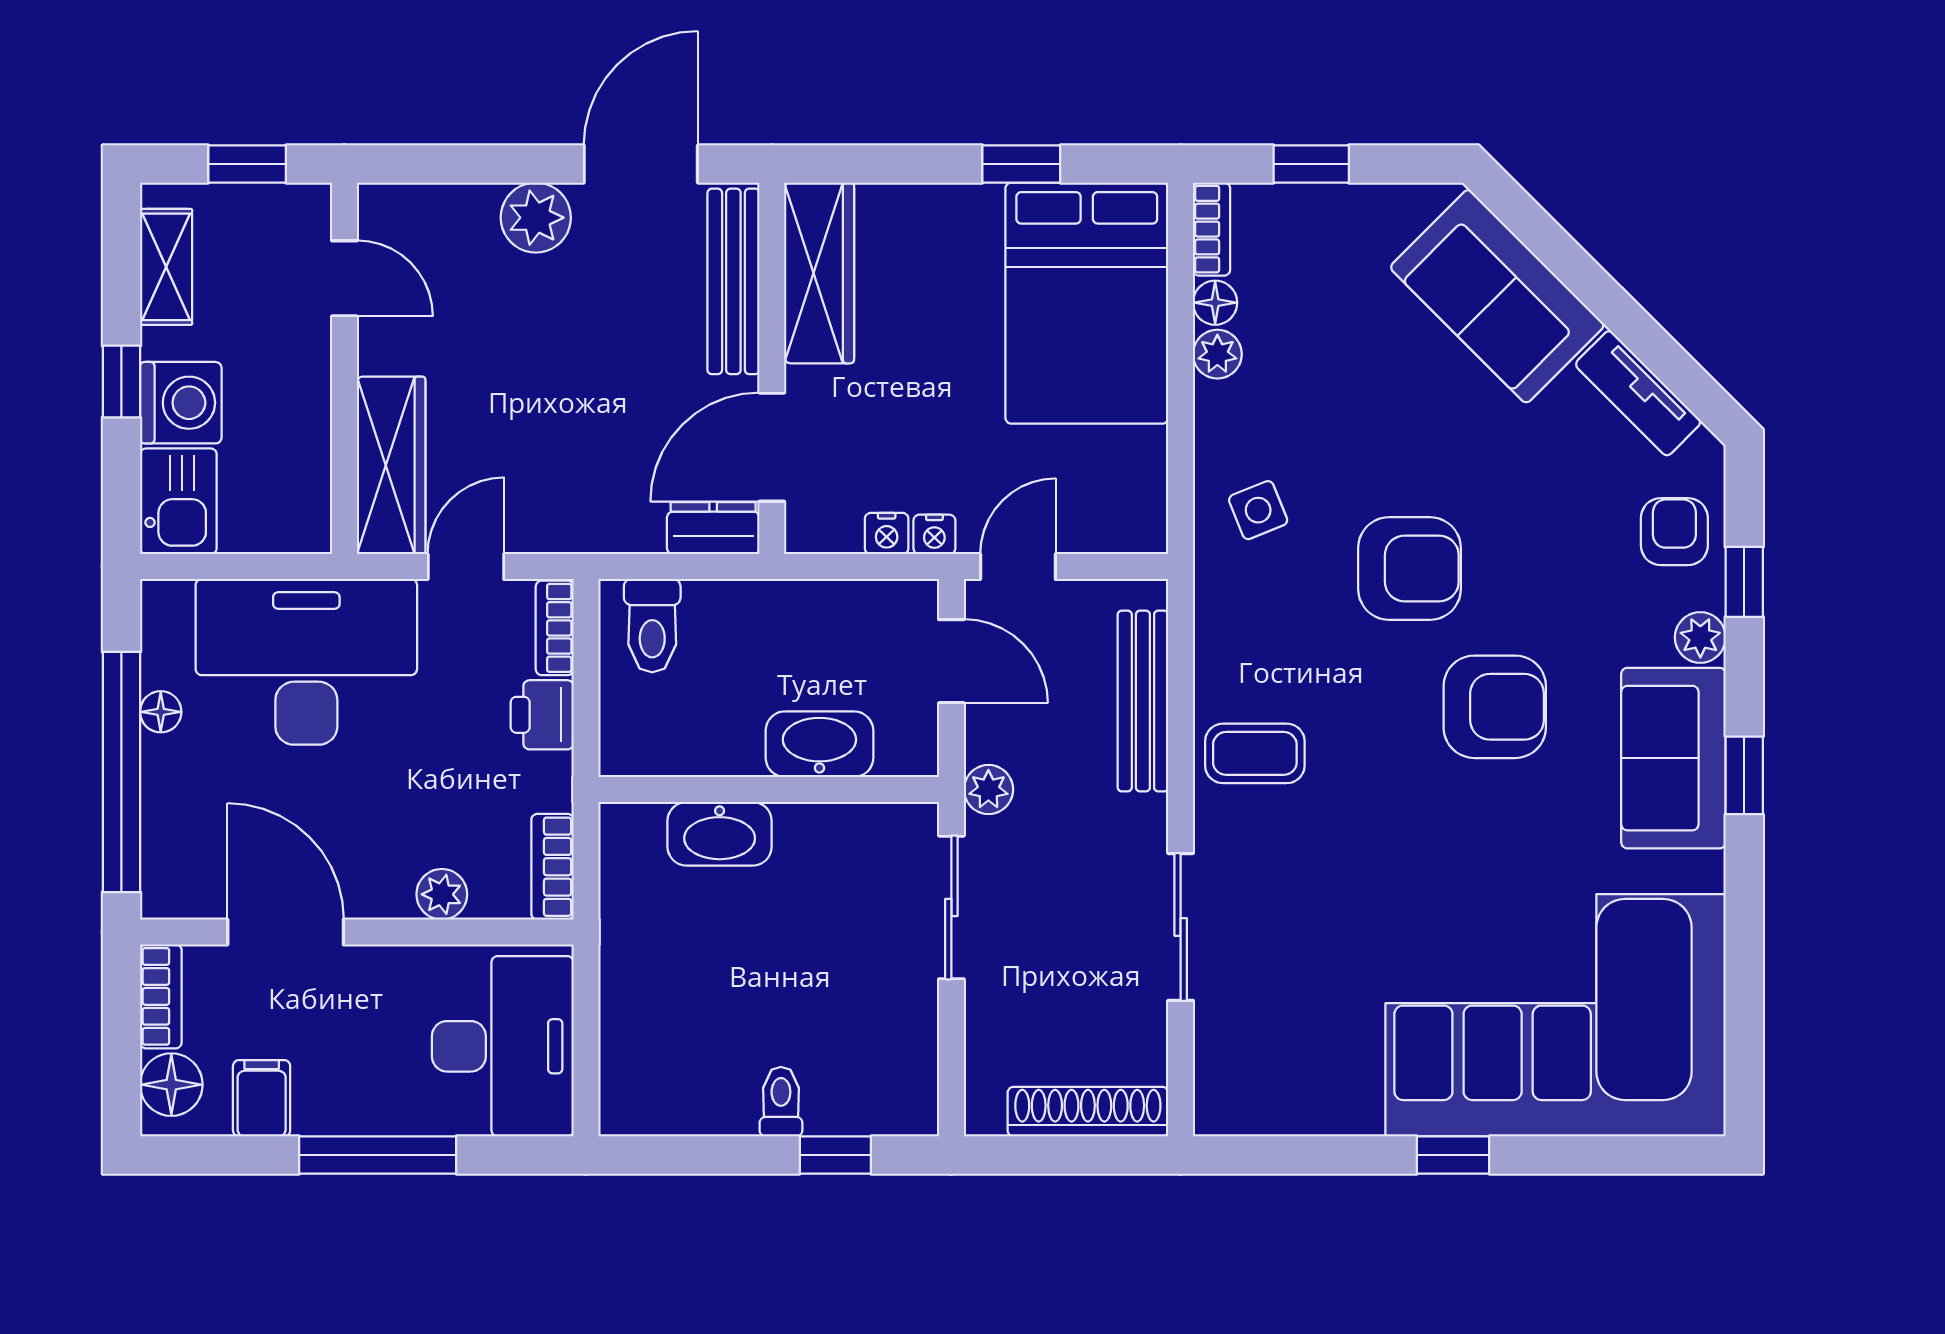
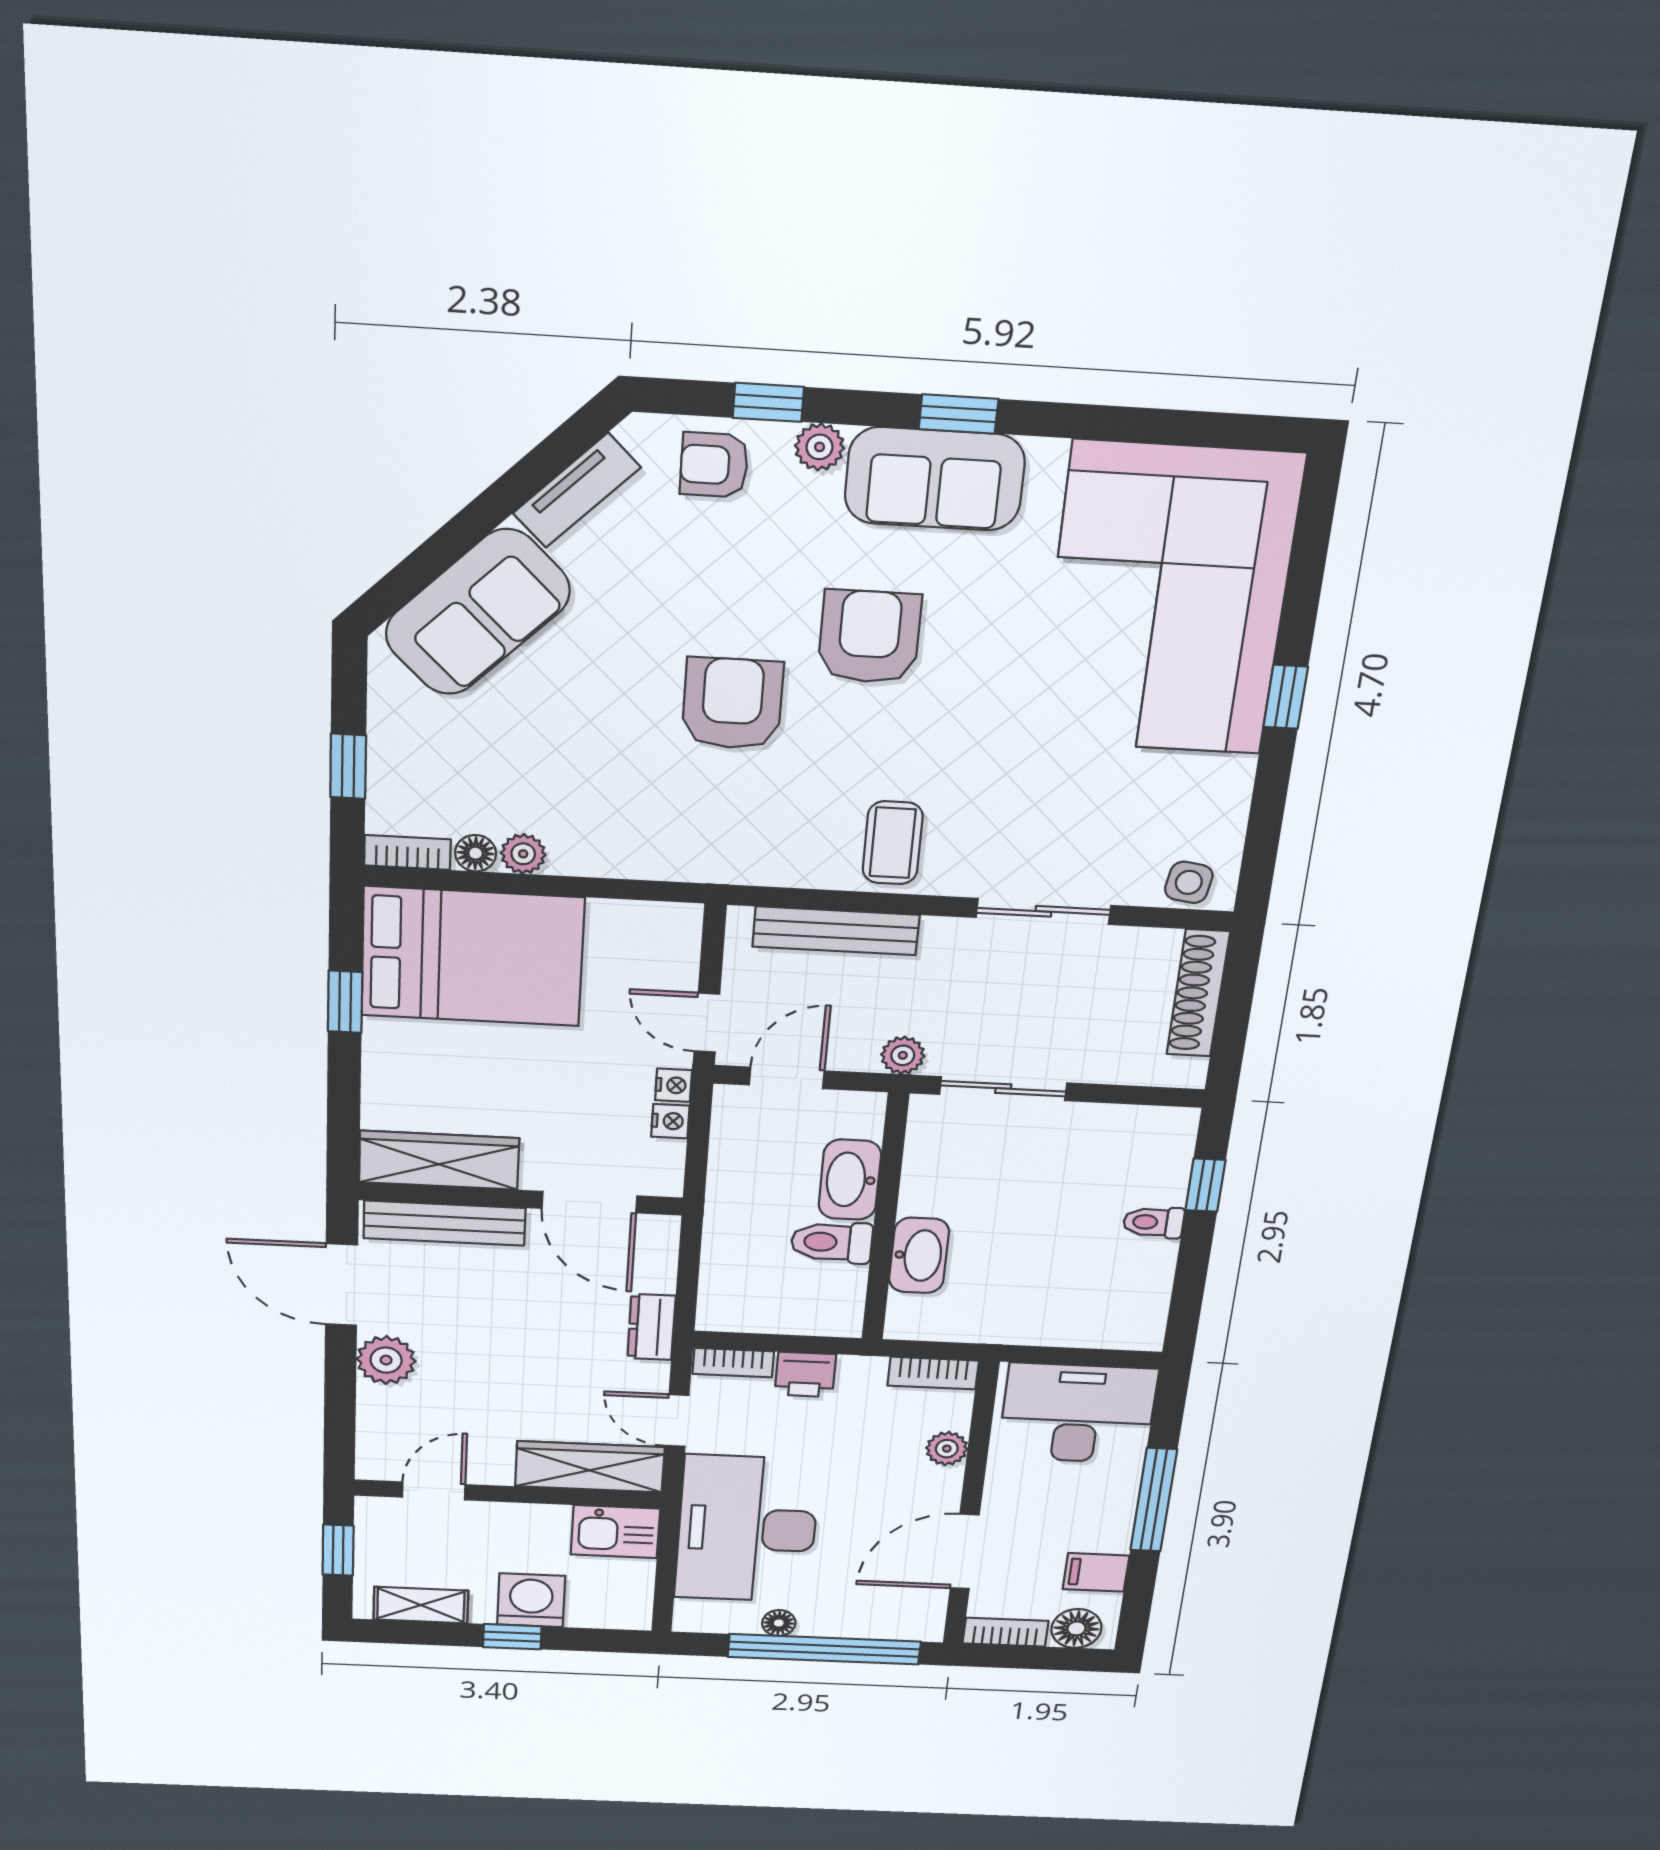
kitchen sink: (178, 501) -> (615, 1532), moved, turned 180
side table: (1258, 510) -> (1189, 882), moved, turned 31
dresser: (713, 528) -> (651, 1327), moved
toilet: (652, 626) -> (832, 1242), moved, turned 180

